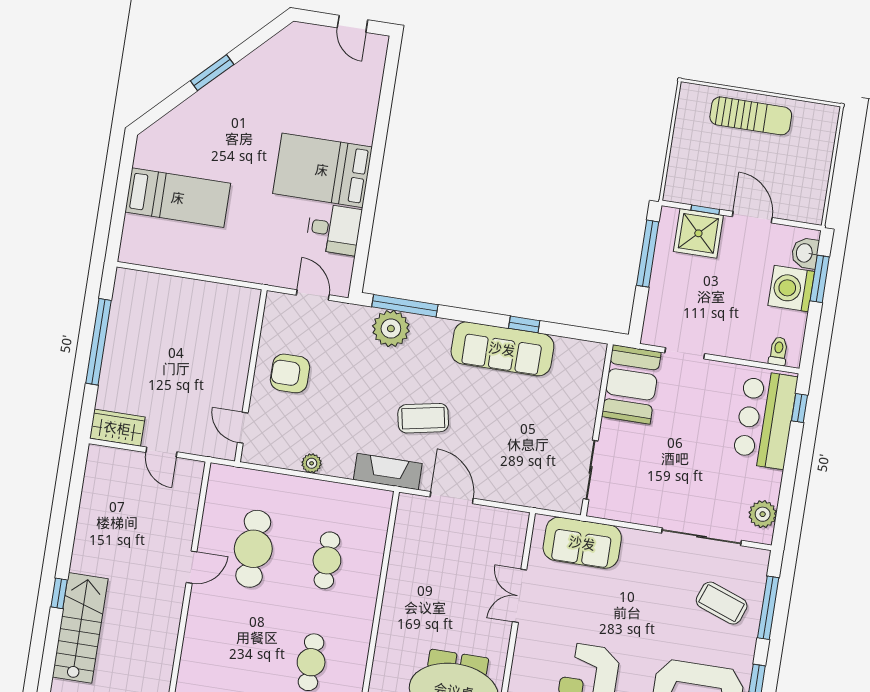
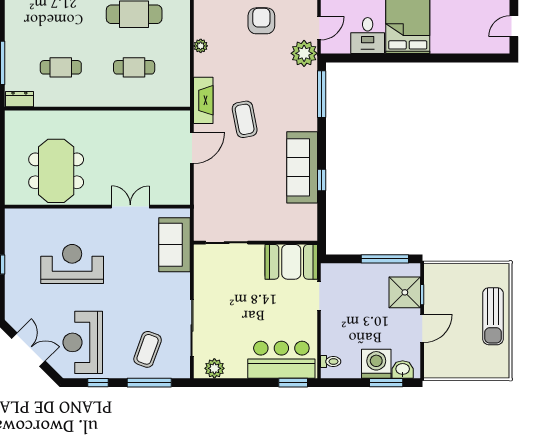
plant: (391, 329) -> (304, 53), moved
window: (799, 408) -> (293, 383), width x1.50

